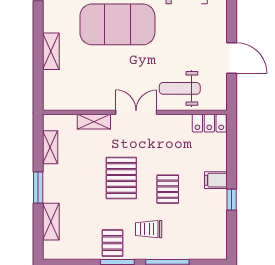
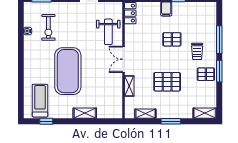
pallet: (121, 178) -> (167, 82), moved
shelving: (51, 222) -> (205, 113), moved

